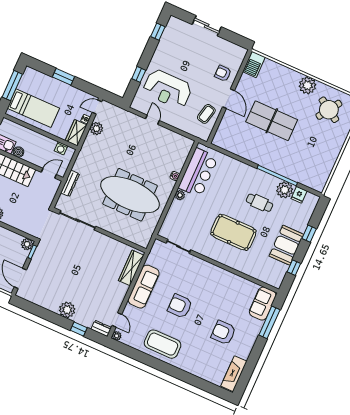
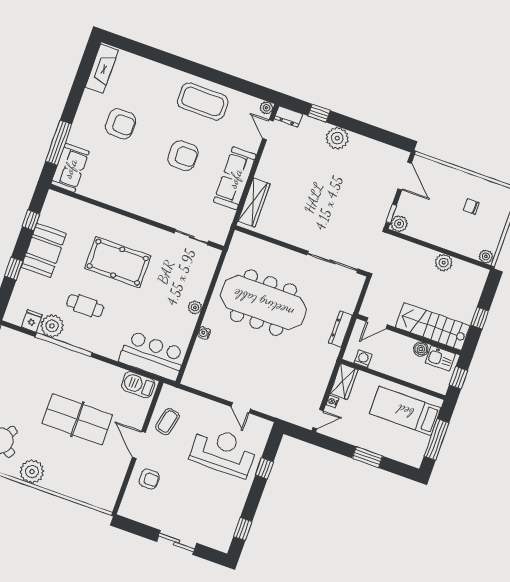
barbecue: (254, 64) -> (138, 385), moved, turned -90
plant: (96, 129) -> (317, 390), removed
bar counter: (198, 173) -> (152, 356), moved, turned 90
dresser: (70, 183) -> (341, 329), moved

